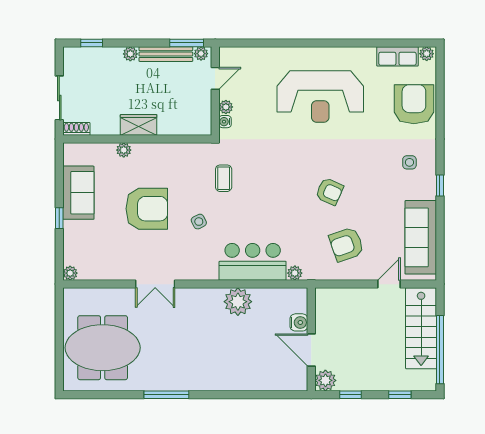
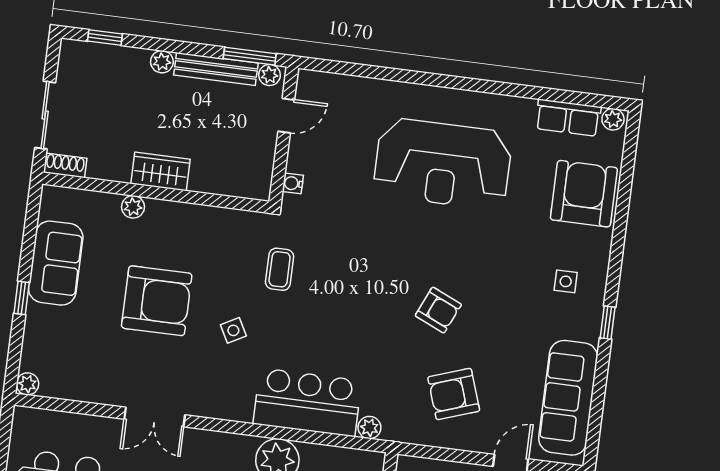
plant: (226, 107) -> (297, 161), removed

